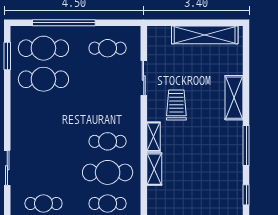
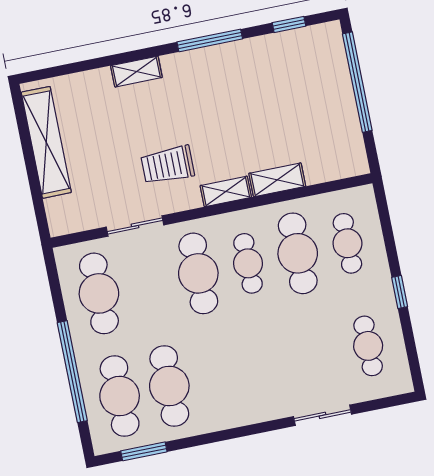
cafe table: (108, 48) -> (99, 293), width x1.37, depth x1.35
shelving: (234, 98) -> (136, 72), width x0.67, depth x0.75
cafe table: (108, 110) -> (198, 273), added

